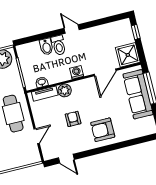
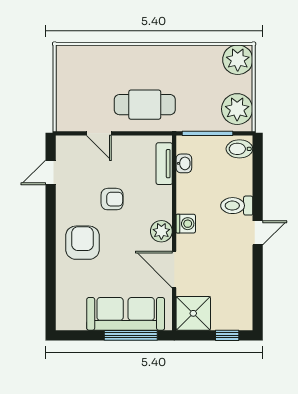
bidet: (46, 47) -> (239, 149), moved
plant: (65, 90) -> (161, 231), moved

